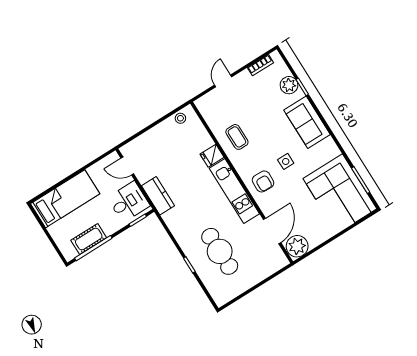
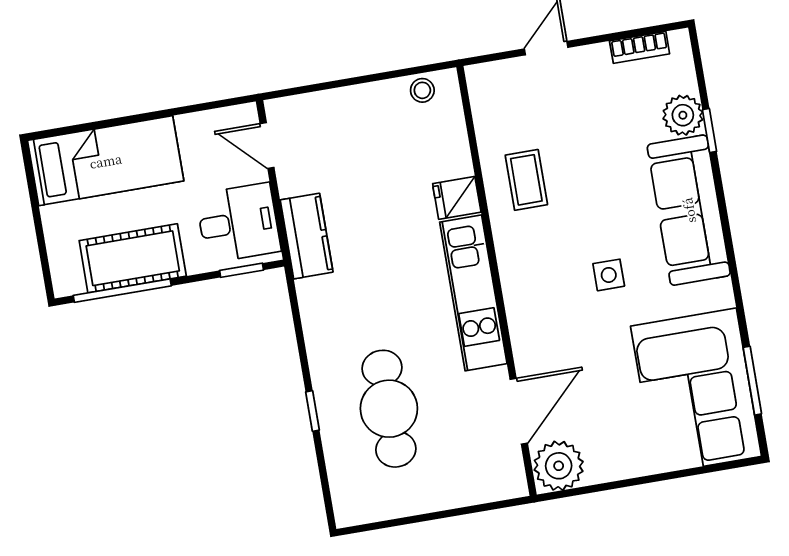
sofa: (307, 122) -> (689, 210), width x1.36
armchair: (263, 181) -> (543, 298), removed
cot: (89, 239) -> (133, 258), width x1.37, depth x1.34

